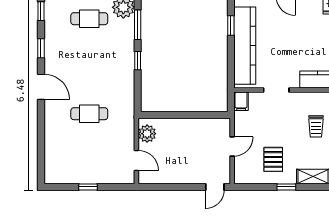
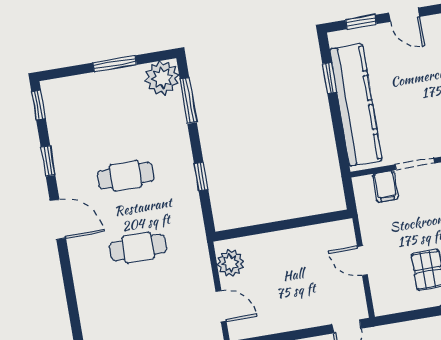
cafe table: (89, 19) -> (126, 176), moved
window: (138, 61) -> (201, 177), moved
filing cabinet: (241, 101) -> (385, 186), moved
door: (232, 146) -> (362, 261), swing flipped

